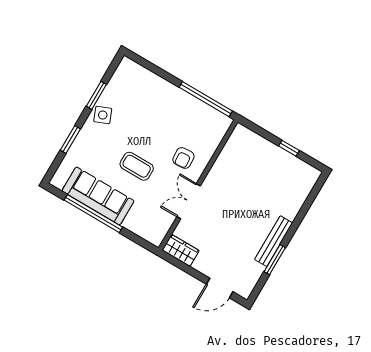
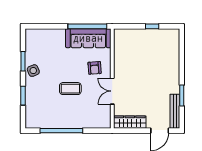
sofa: (98, 196) -> (88, 38), moved, turned 180
bench: (274, 241) -> (175, 111), moved
wardrobe: (181, 250) -> (130, 122), width x1.50

